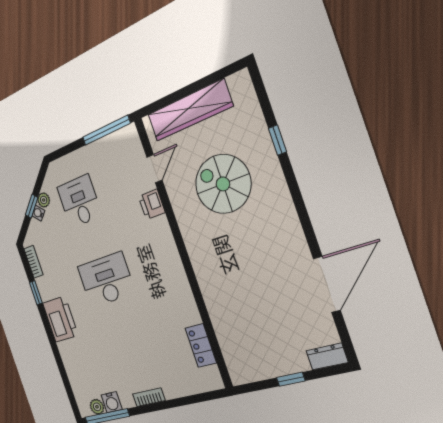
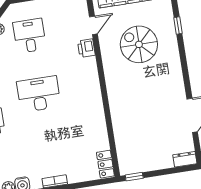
locker: (201, 345) -> (105, 164), moved
window: (291, 379) -> (134, 177), moved

